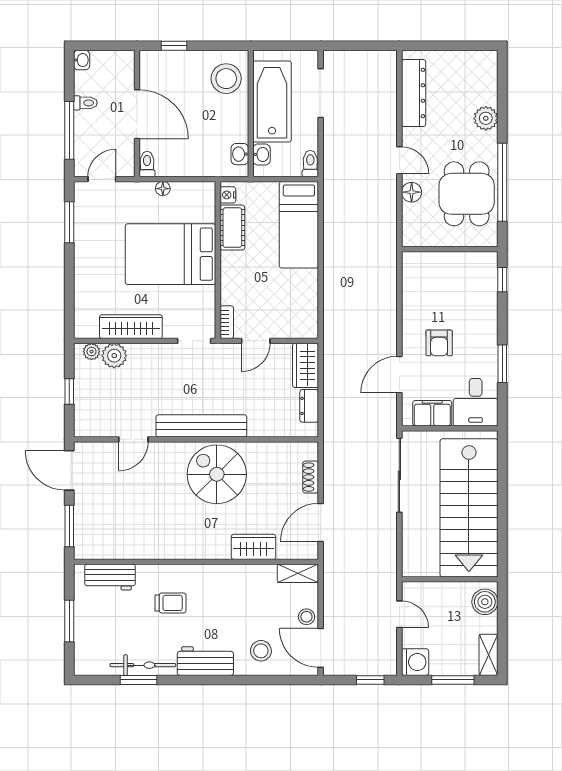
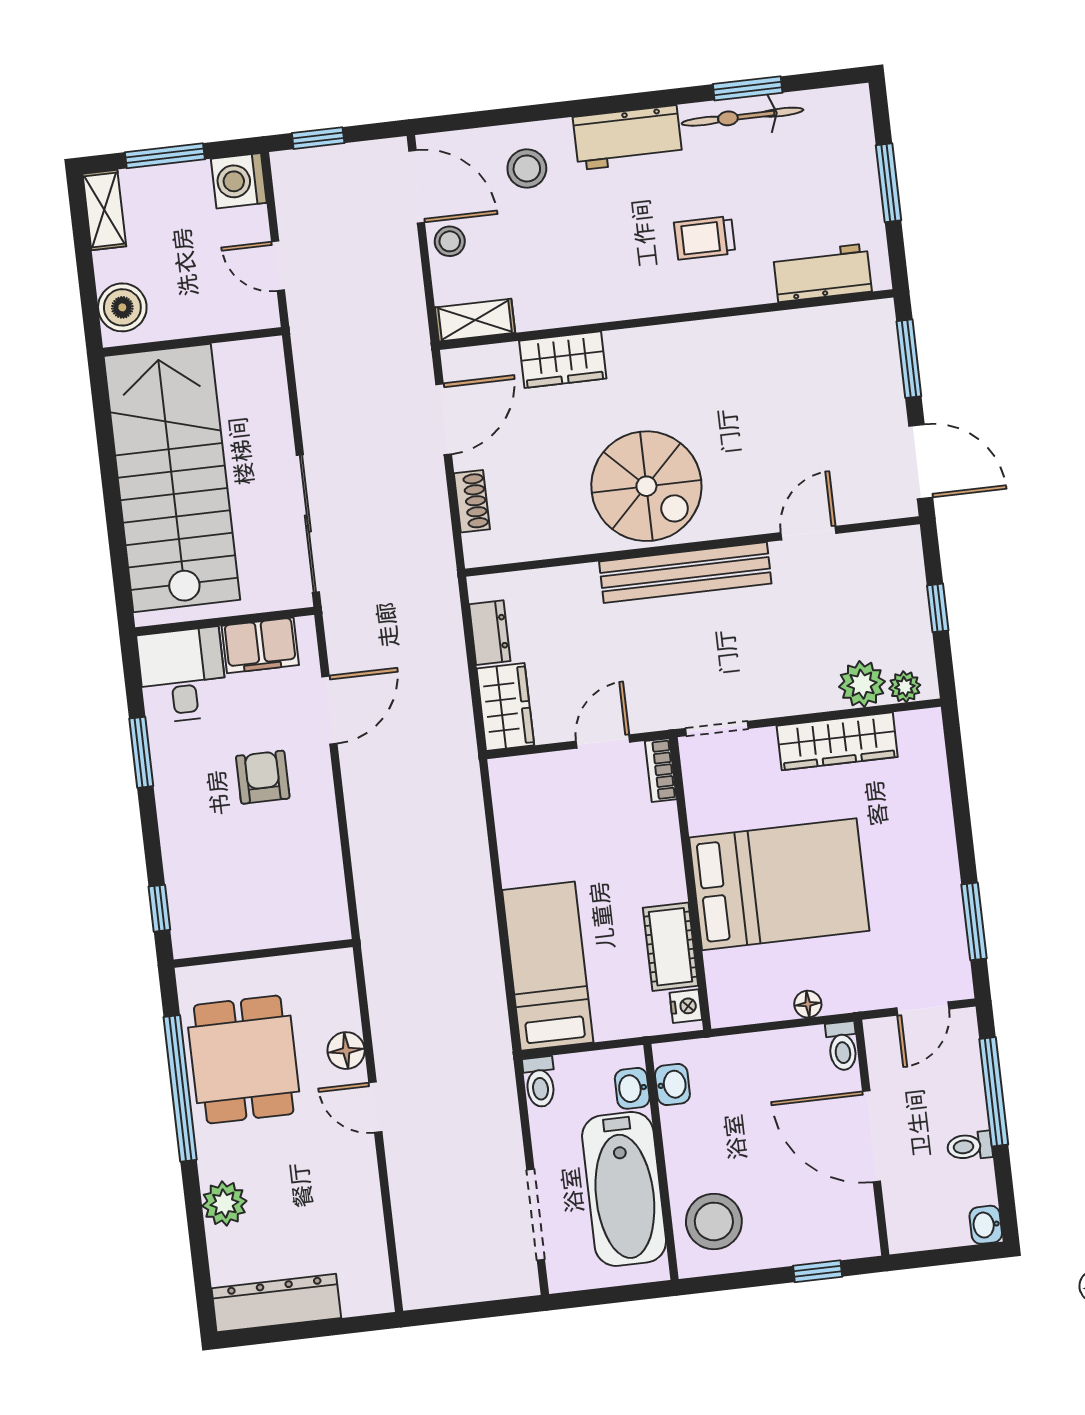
dresser: (414, 93) -> (276, 1303), moved, turned 90

